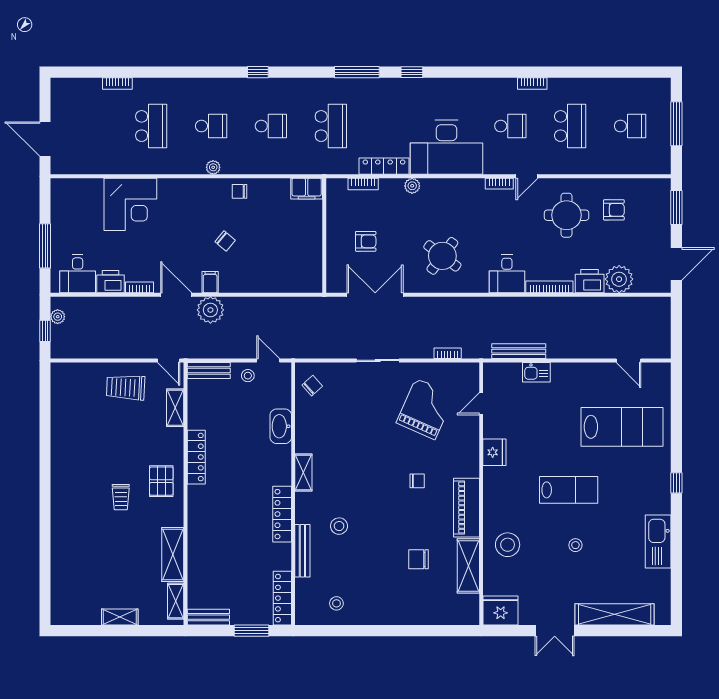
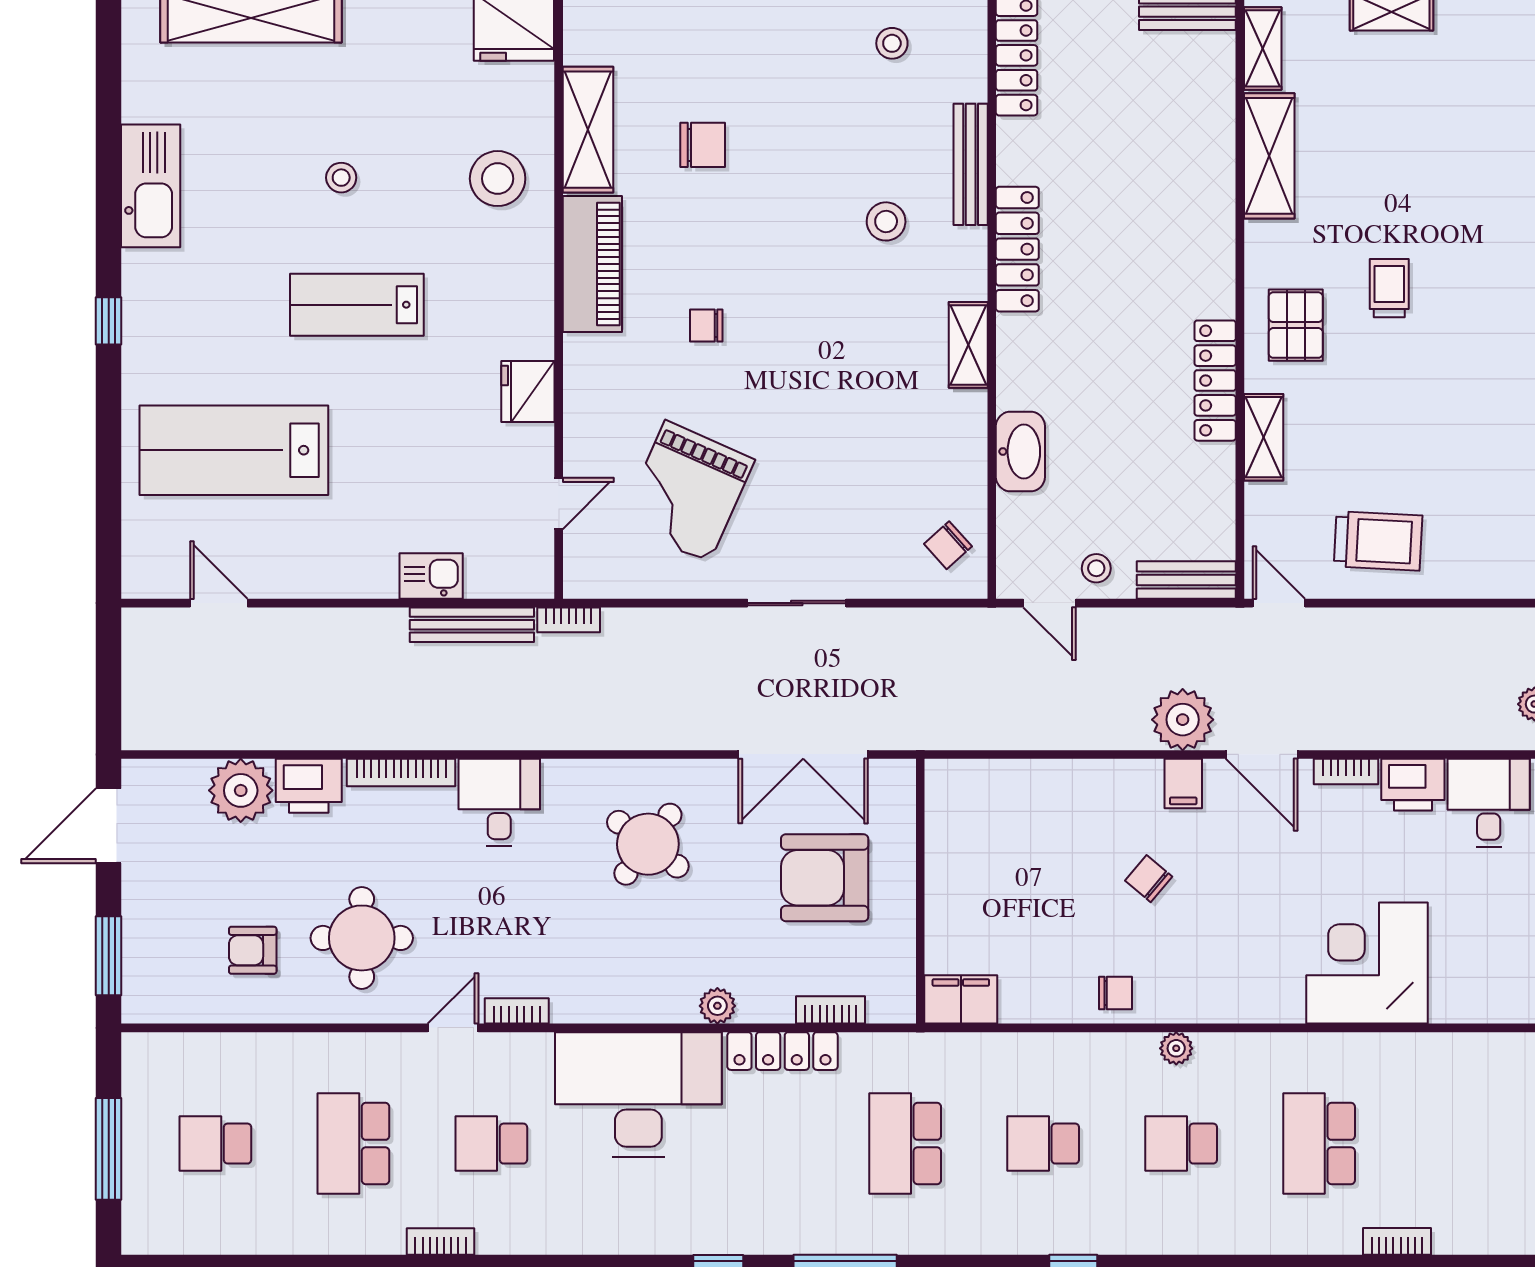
armchair: (366, 241) -> (825, 878), width x1.88, depth x1.88
bookcase: (448, 353) -> (569, 620), moved
shelving: (175, 408) -> (1264, 437), moved

